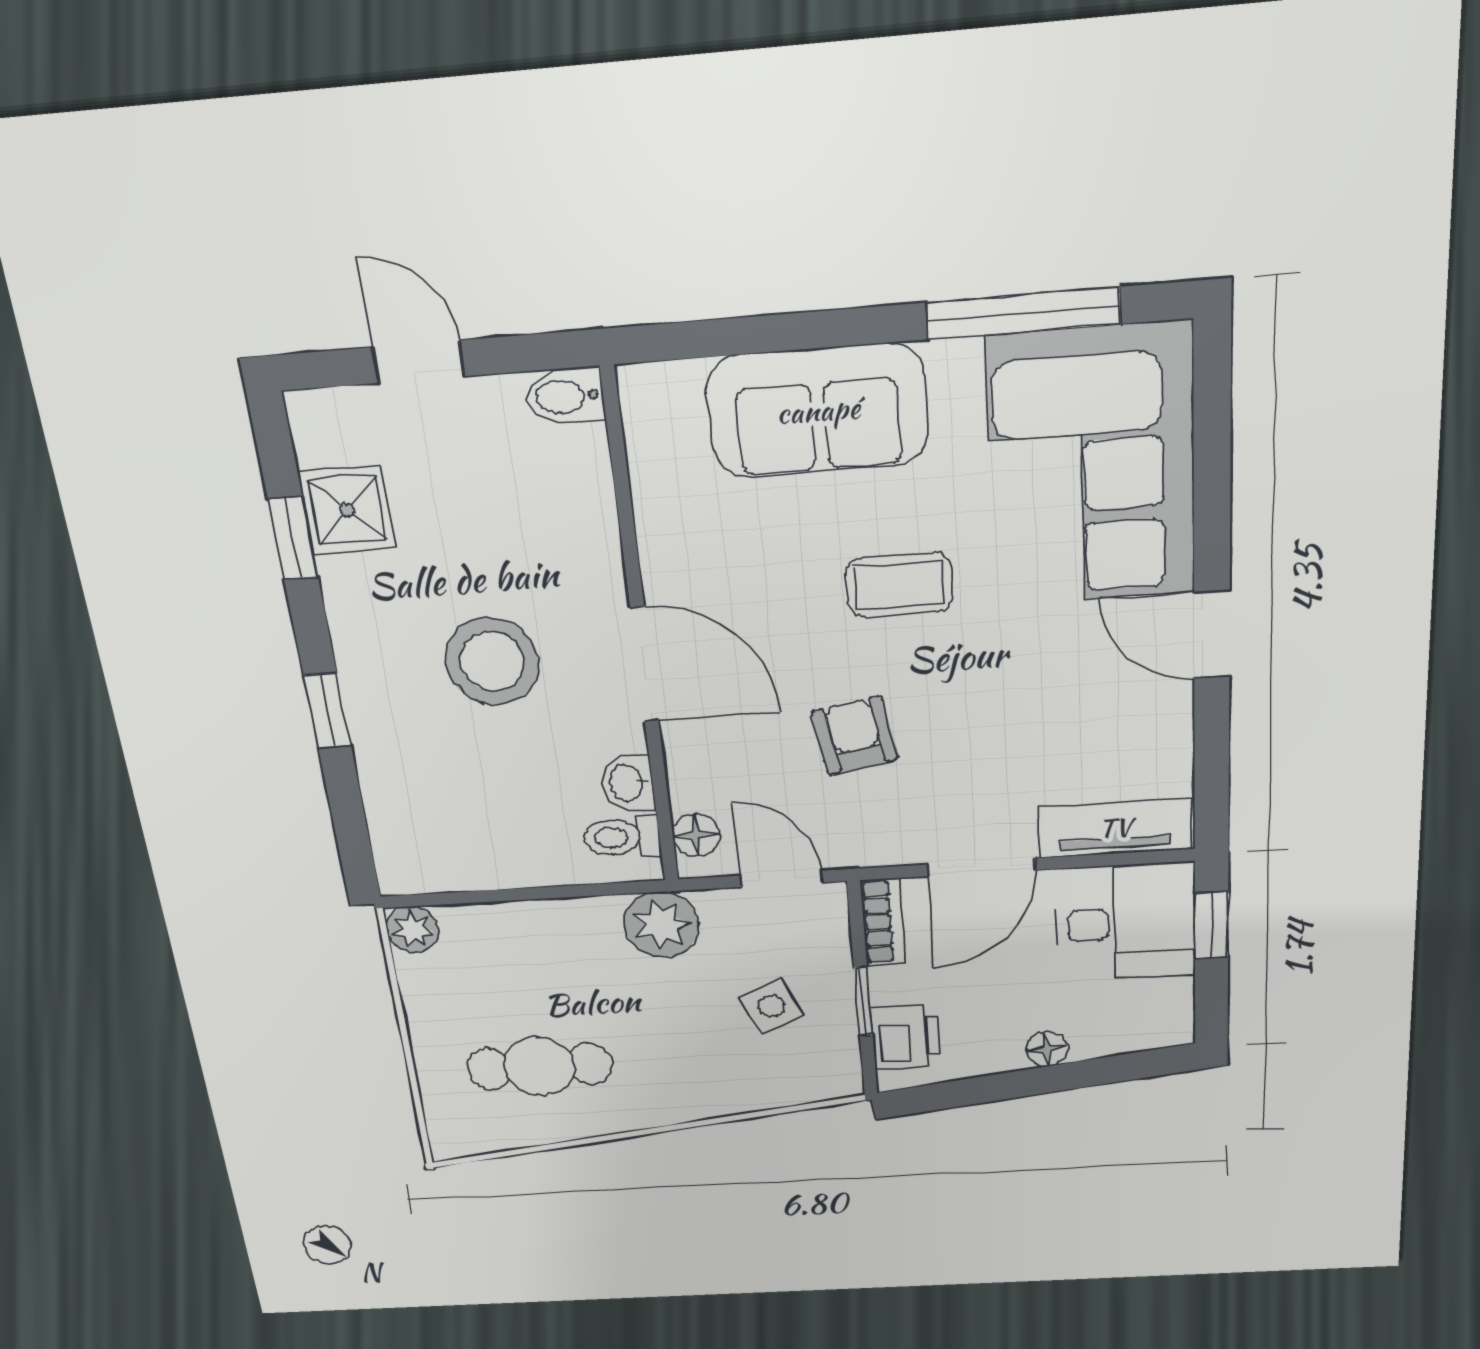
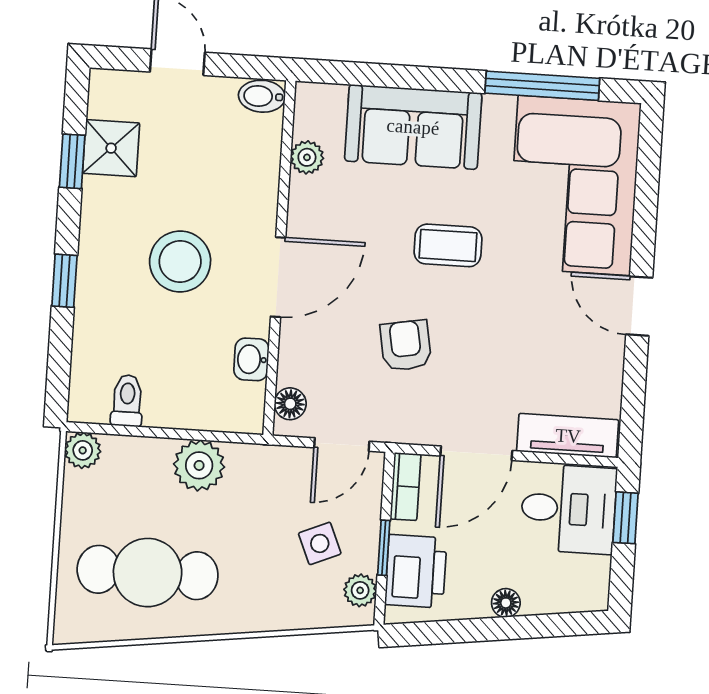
plant: (655, 482) -> (307, 157), added
door: (644, 664) -> (278, 277), hinge flipped
toilet: (622, 837) -> (127, 401), moved, turned 90
door: (781, 879) -> (342, 445), swing flipped
plant: (661, 925) -> (199, 465), moved
printer: (906, 1037) -> (416, 571), width x1.36, depth x1.24
plant: (838, 1056) -> (360, 590), added
cafe table: (540, 1066) -> (148, 573), width x1.37, depth x1.35

